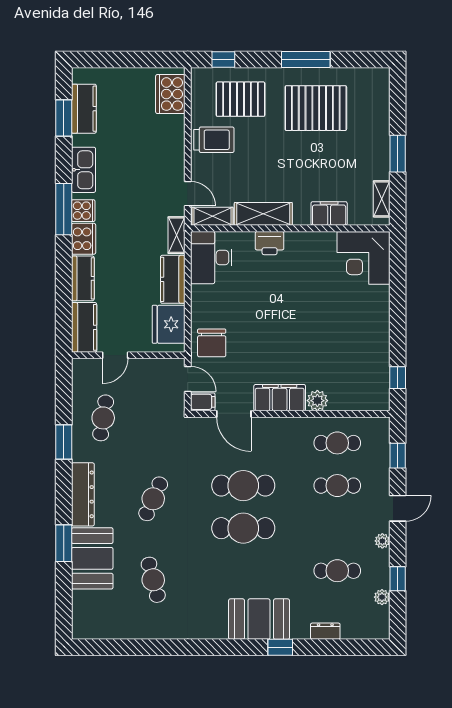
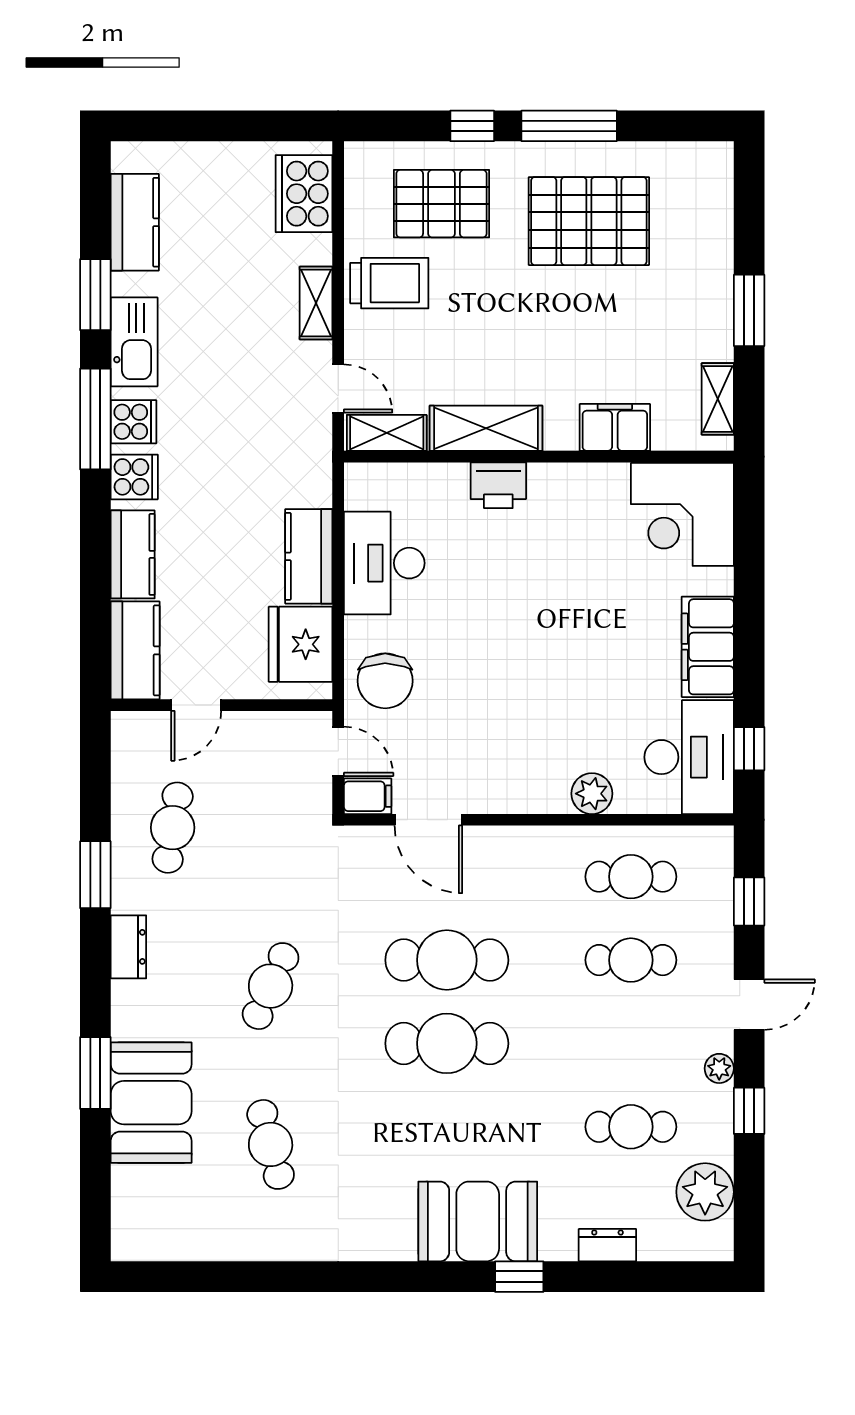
window: (223, 59) -> (472, 126), moved
window: (64, 118) -> (95, 295), moved
shelving: (176, 235) -> (316, 303), moved
cooker: (84, 239) -> (134, 477), width x0.73
desk: (211, 258) -> (384, 563), moved
desk: (367, 382) -> (689, 757), added
filing cabinet: (280, 398) -> (708, 647), moved, turned -90
dresser: (83, 494) -> (128, 947), width x0.51, depth x0.80
window: (398, 579) -> (749, 1111), moved
plant: (382, 597) -> (705, 1192), width x1.87, depth x1.87

